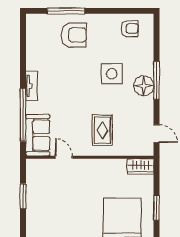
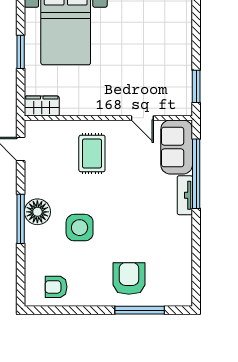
armchair: (74, 35) -> (129, 279), turned 90
tv unit: (31, 86) -> (185, 195), moved
window: (23, 196) -> (196, 86), moved

